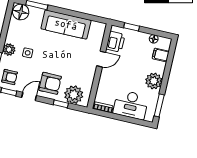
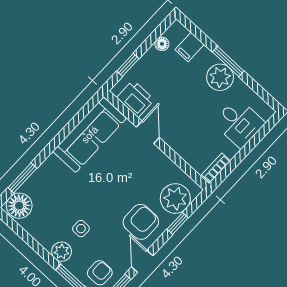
sofa: (66, 24) -> (90, 135), moved
desk: (131, 105) -> (239, 123), width x0.73
window: (159, 105) -> (228, 61), moved

